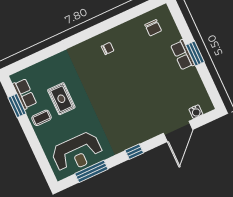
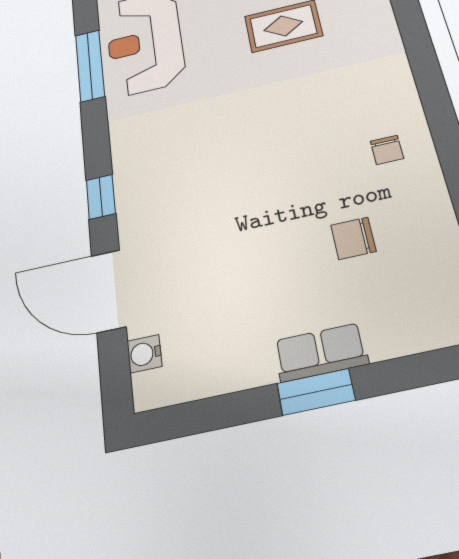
chair: (153, 28) -> (353, 238), moved
window: (134, 152) -> (101, 197), moved

